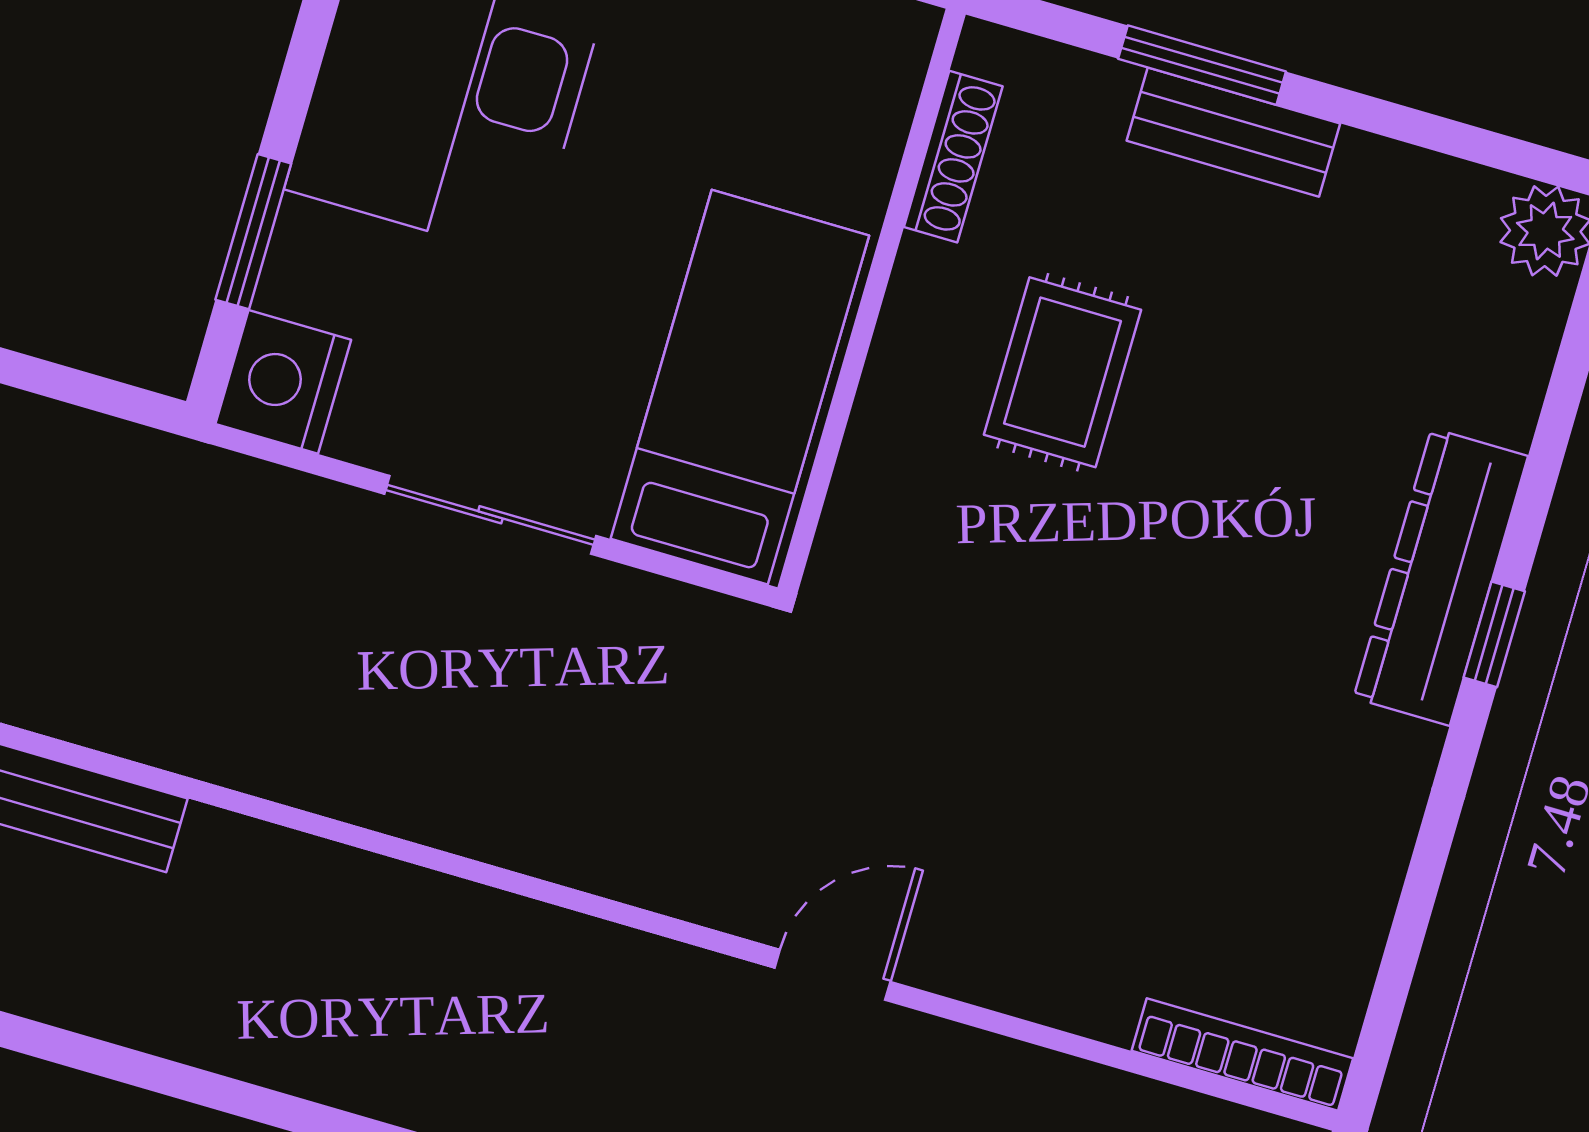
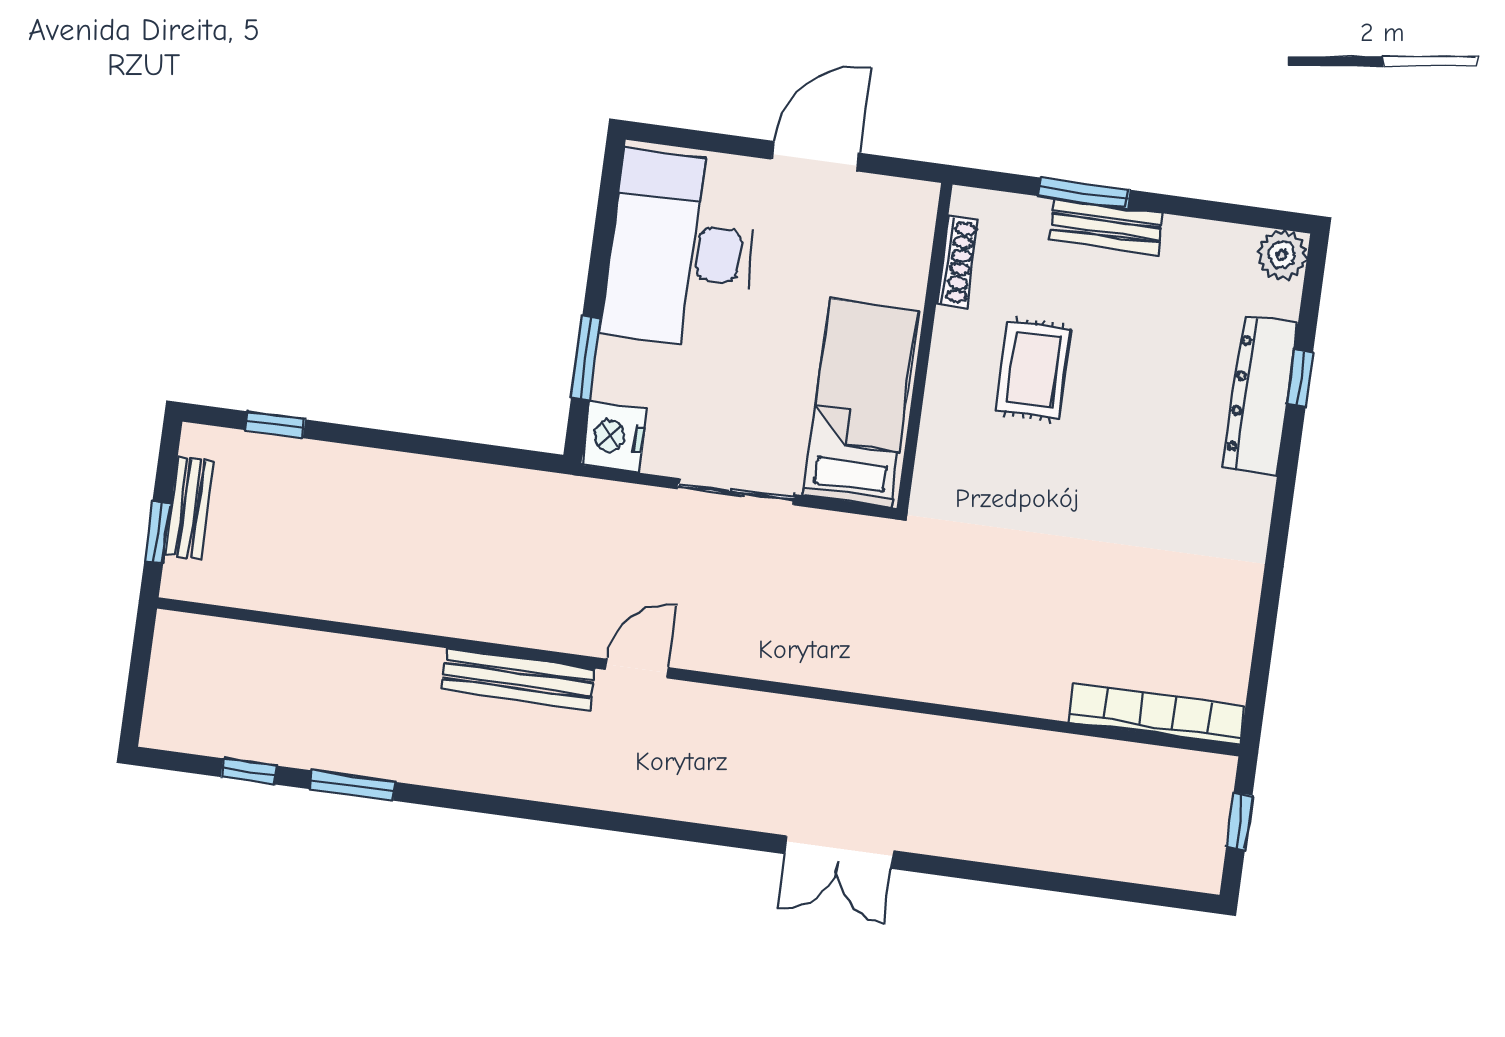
dresser: (1441, 577) -> (1260, 396), moved
window: (1494, 634) -> (1300, 378), moved
door: (833, 975) -> (637, 668), moved
bookcase: (1242, 1055) -> (1157, 714), width x1.48, depth x1.31

